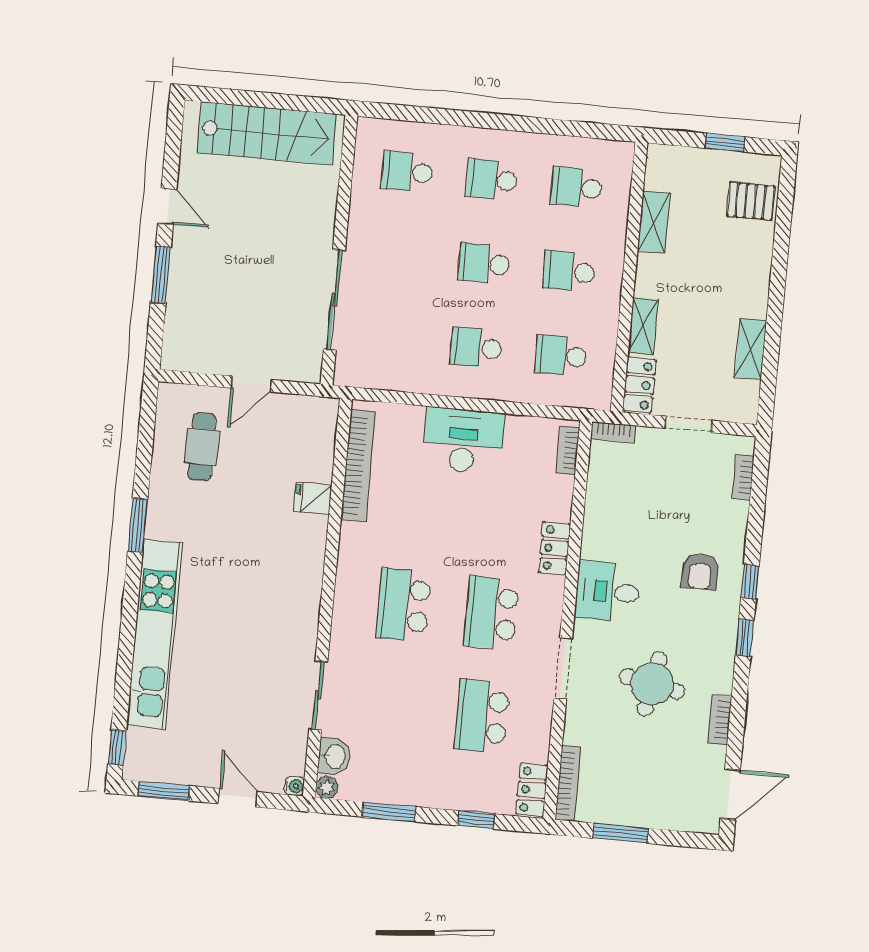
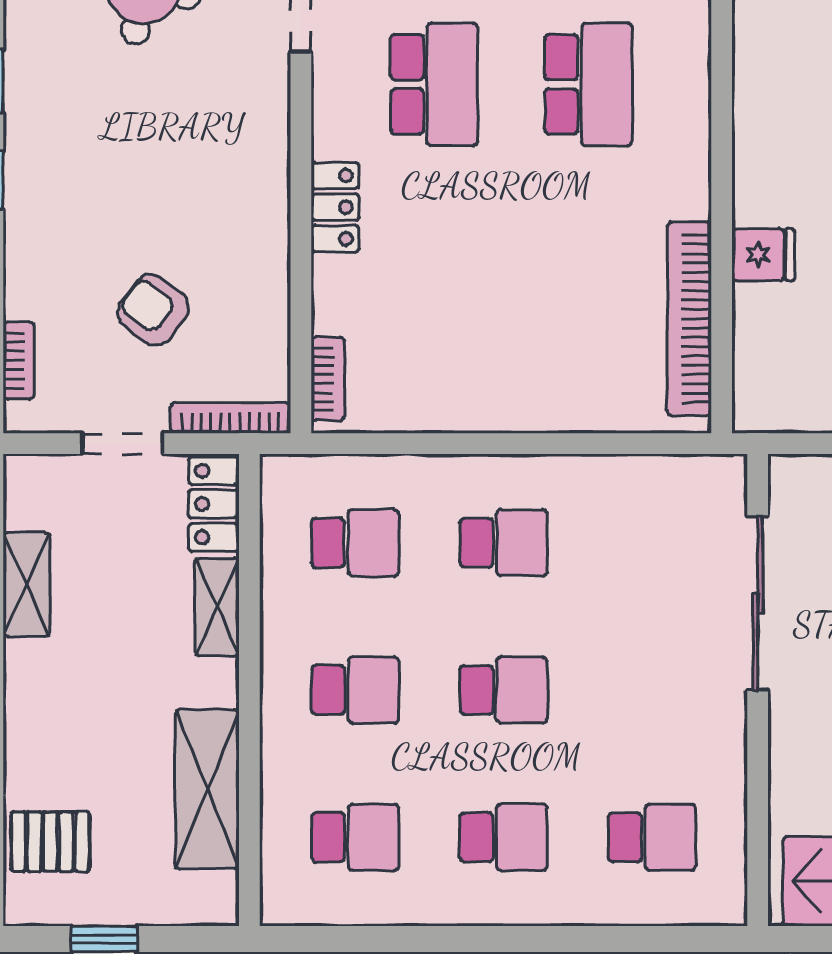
shelving: (654, 222) -> (207, 789), width x1.50, depth x1.33
bookcase: (613, 432) -> (230, 418), width x1.56
desk: (463, 440) -> (511, 379), removed
armchair: (700, 572) -> (153, 310), moved, turned -53
desk: (607, 592) -> (236, 140), removed

